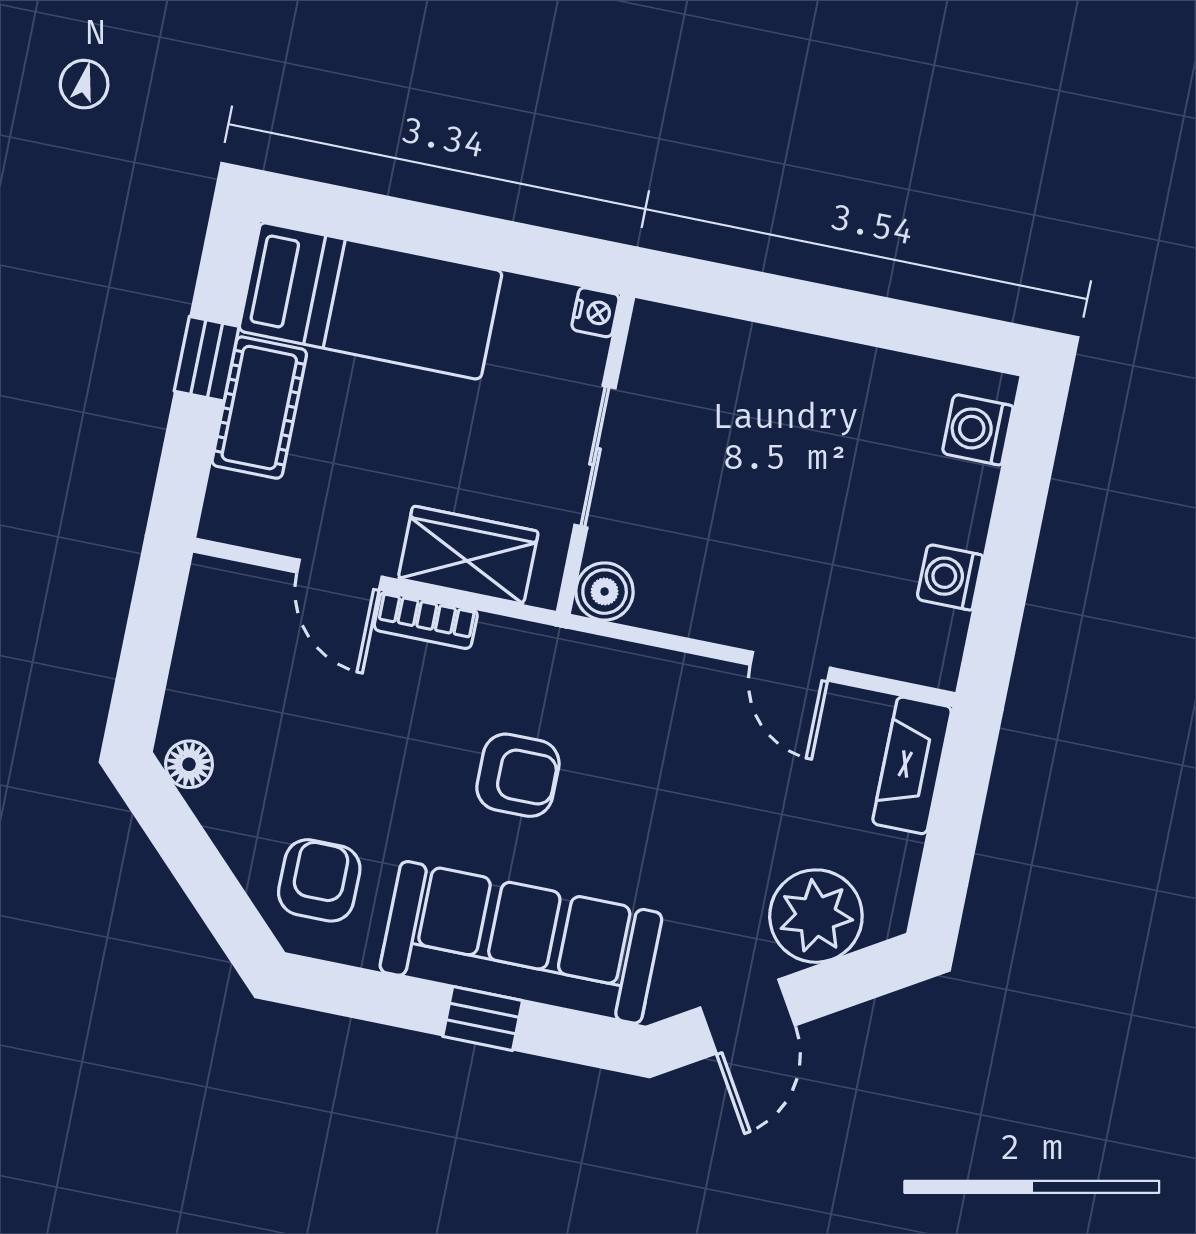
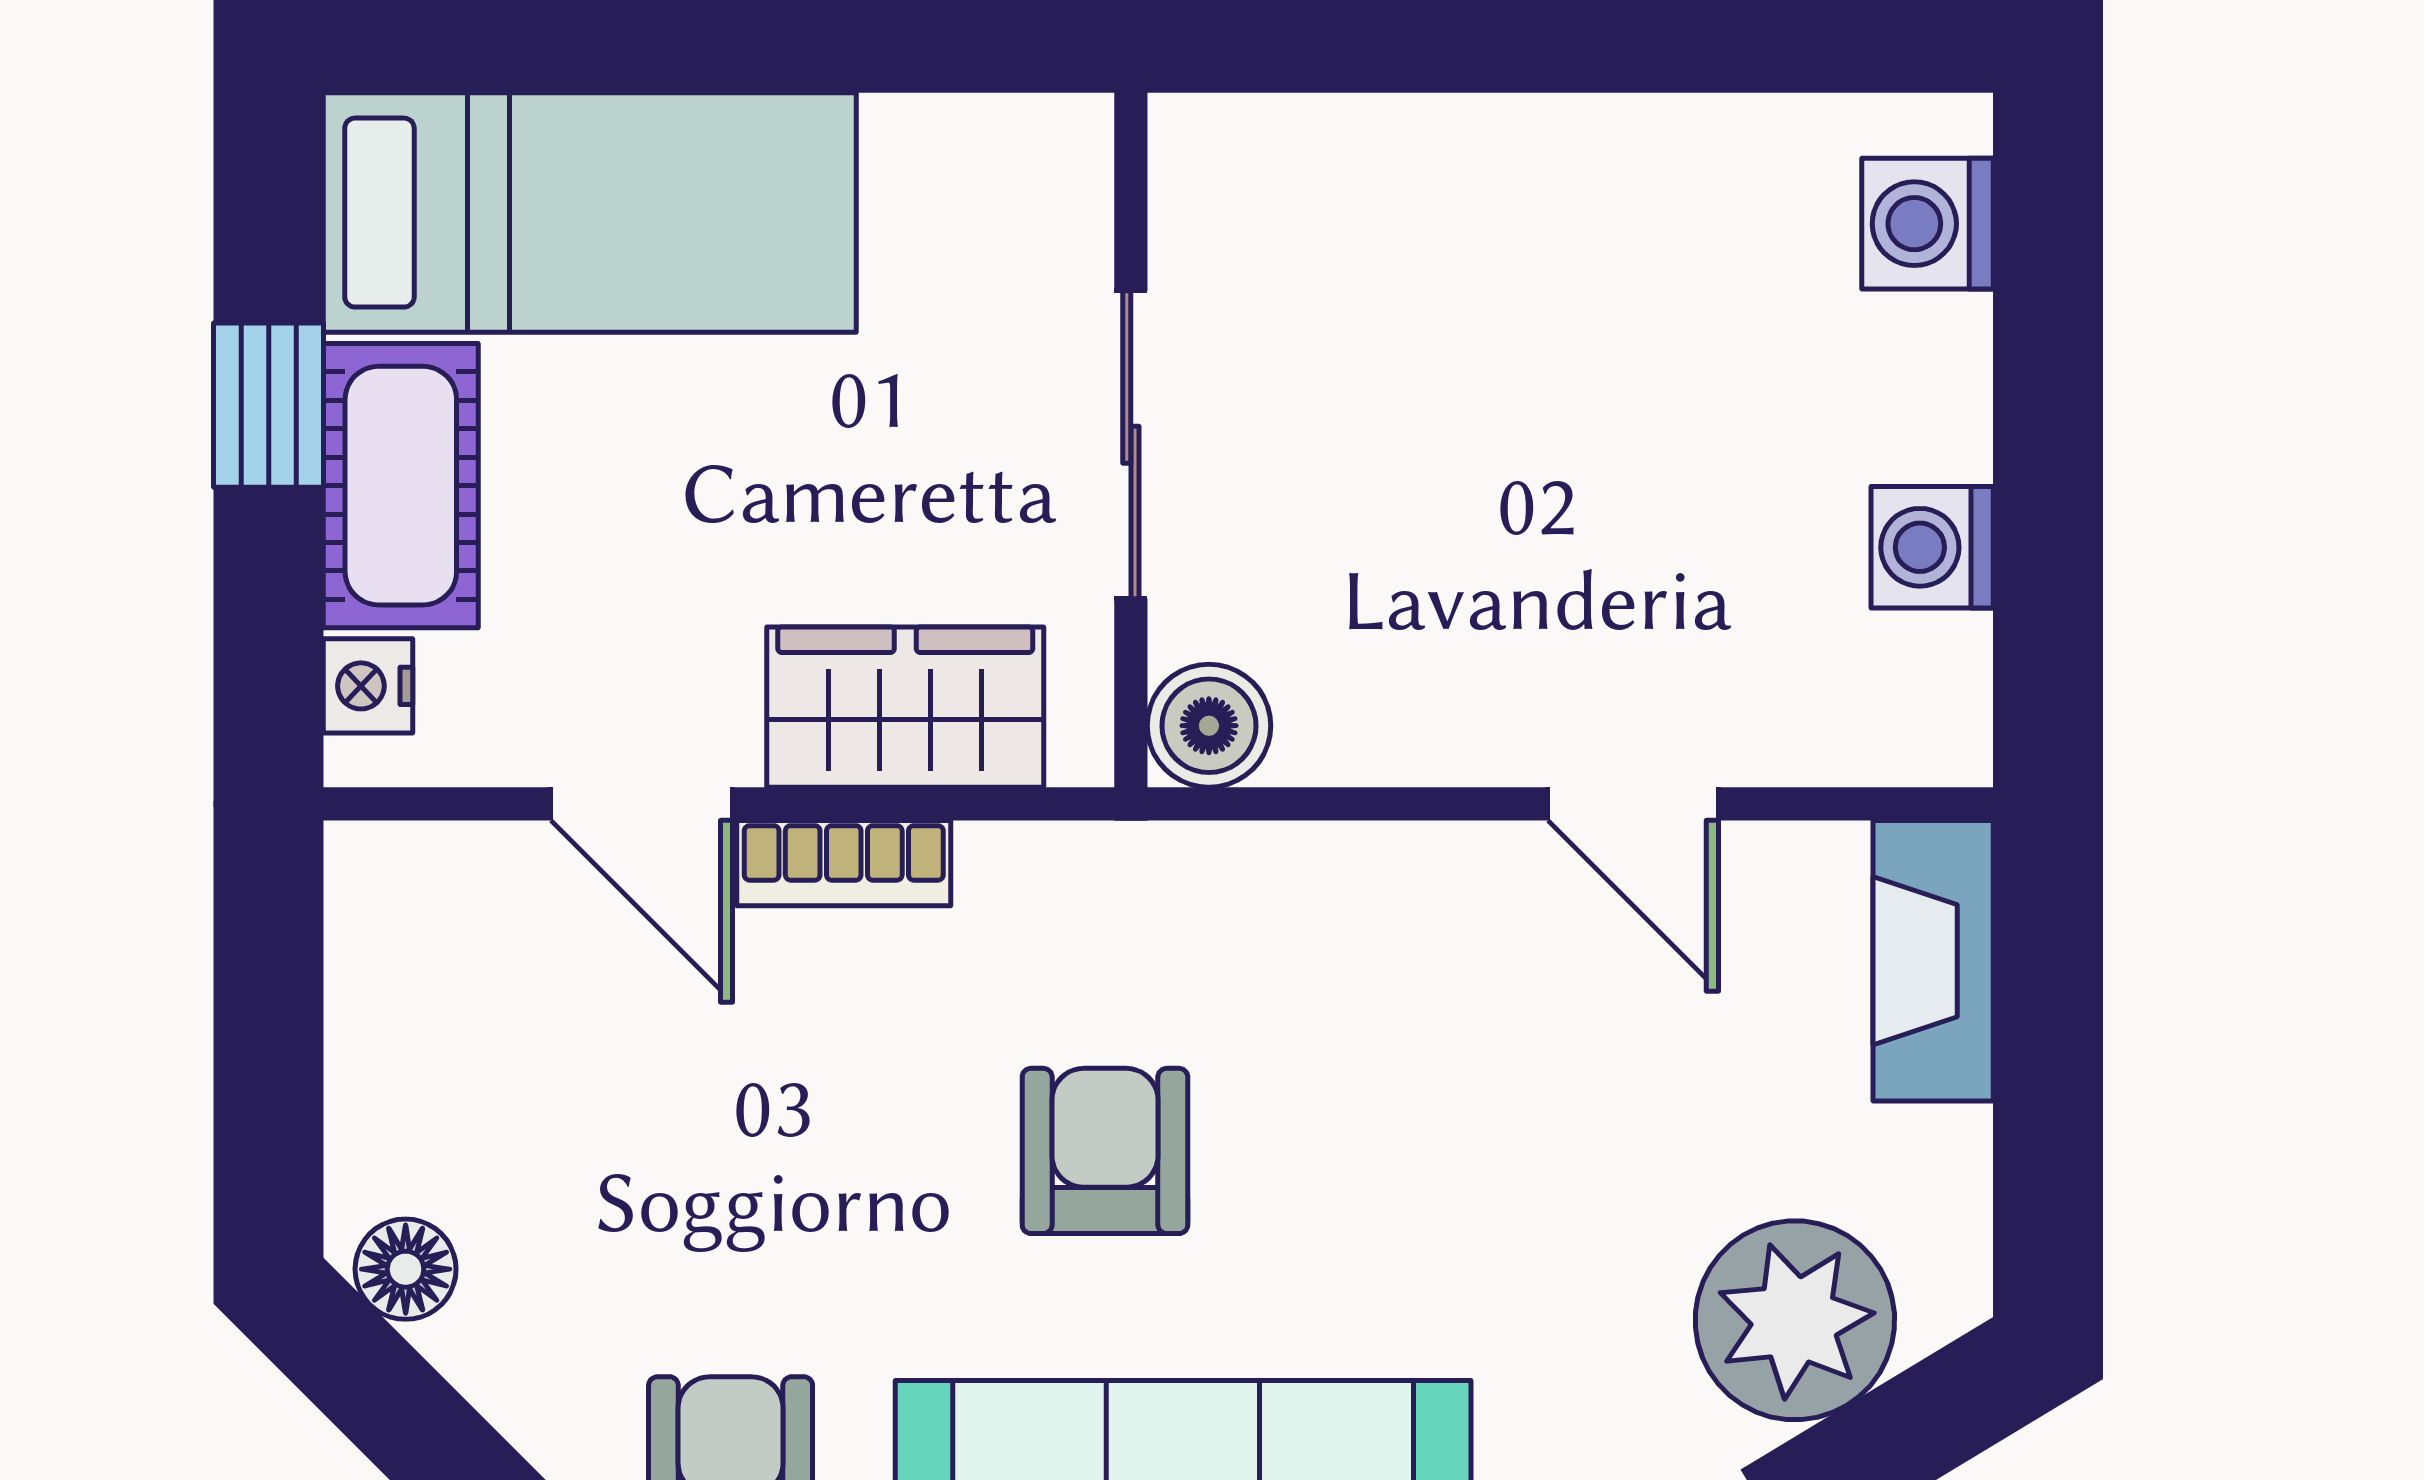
nightstand: (595, 312) -> (368, 686), moved, turned 180
armchair: (518, 775) -> (1105, 1151), turned -90

